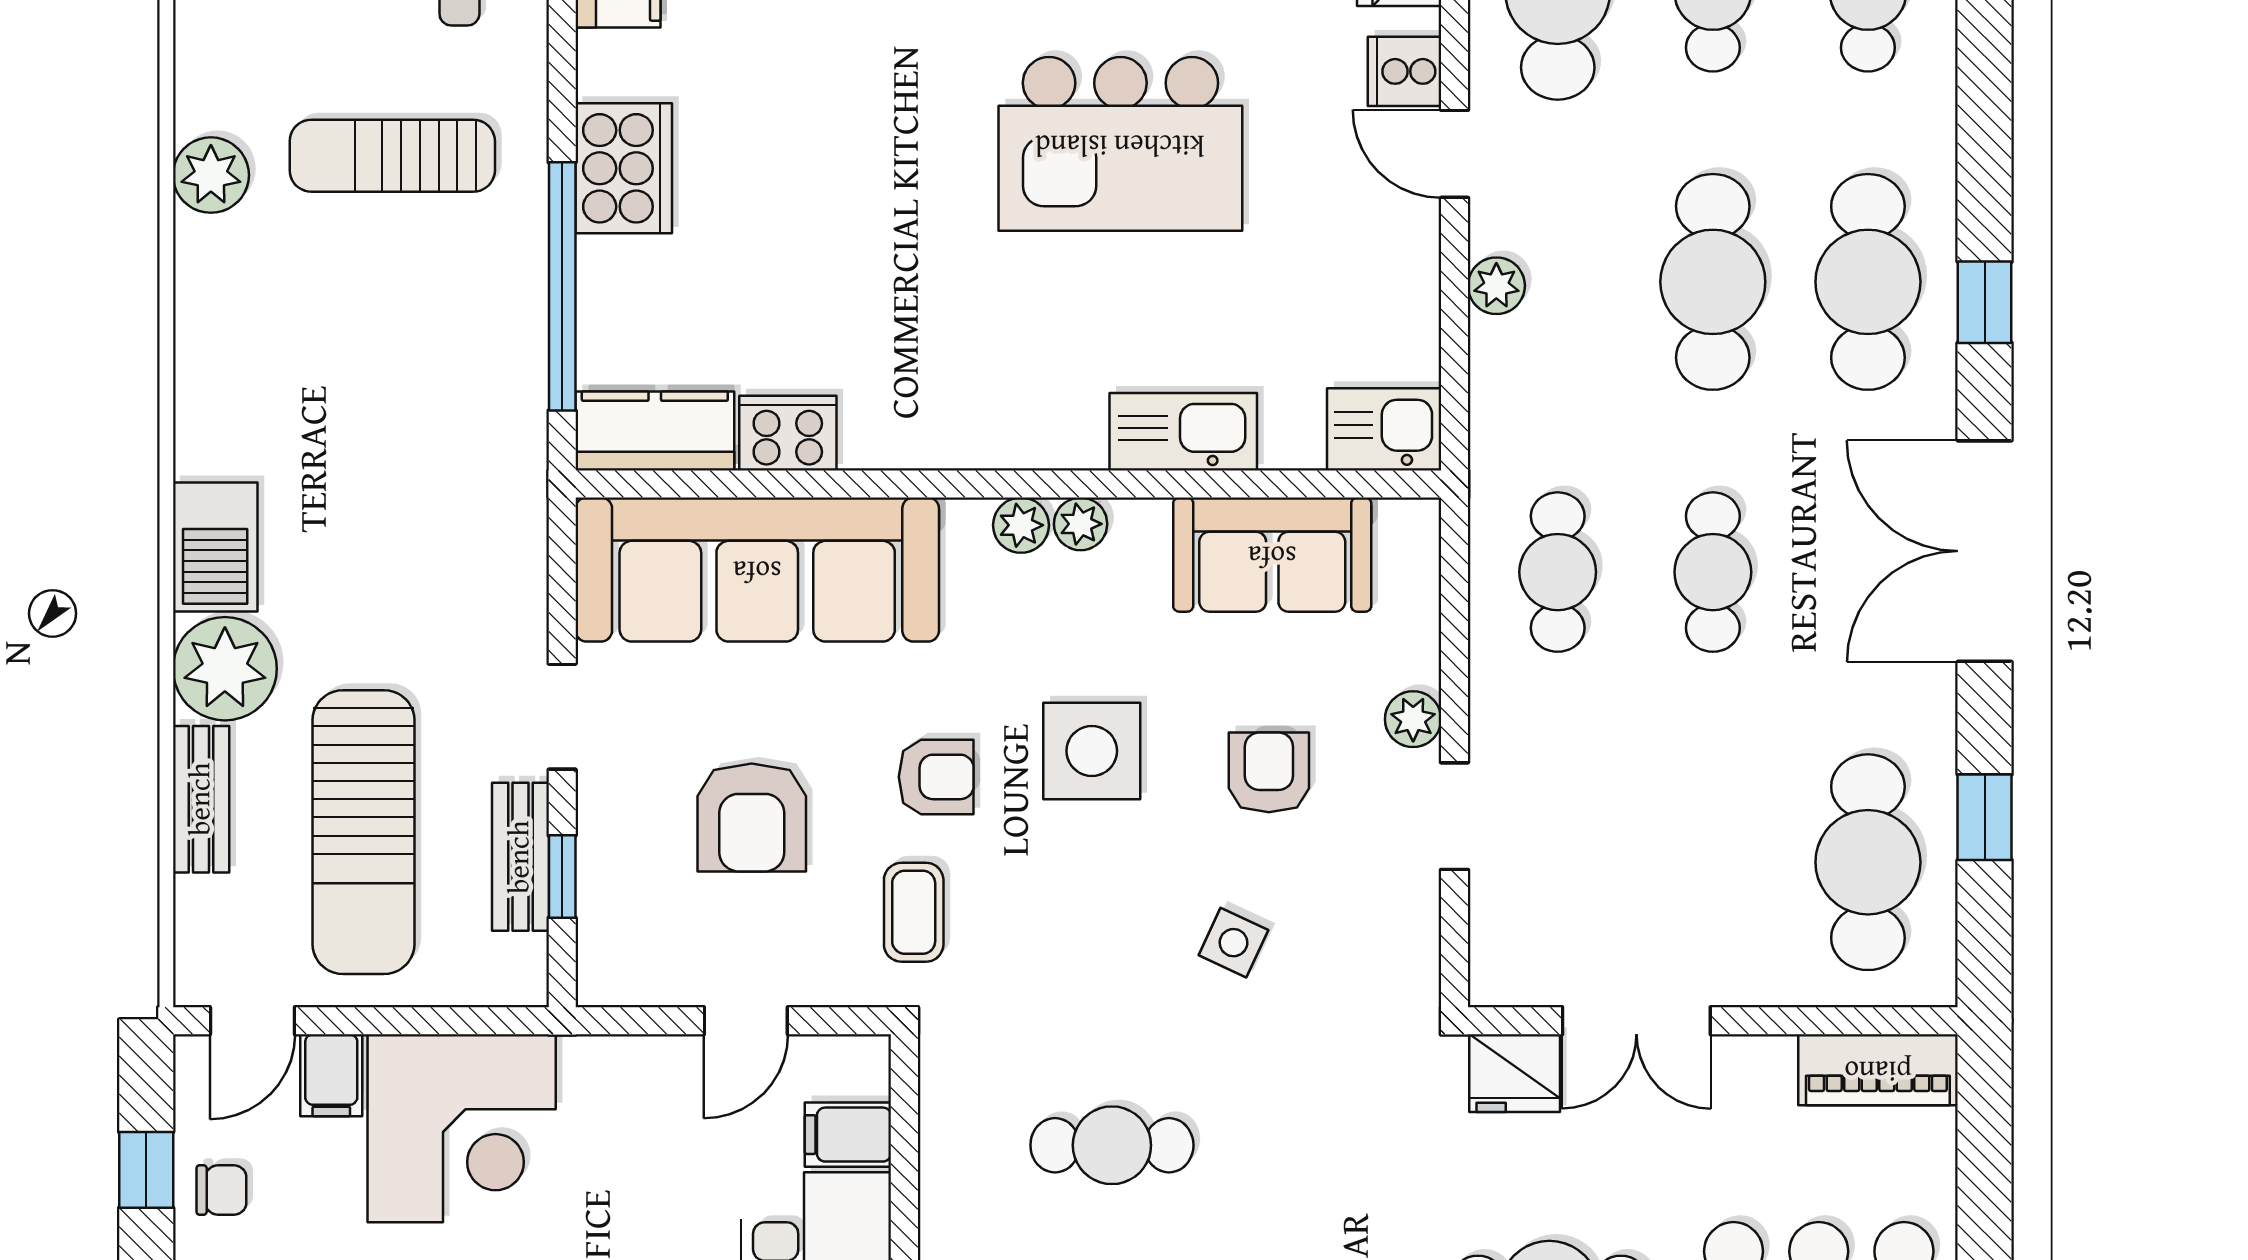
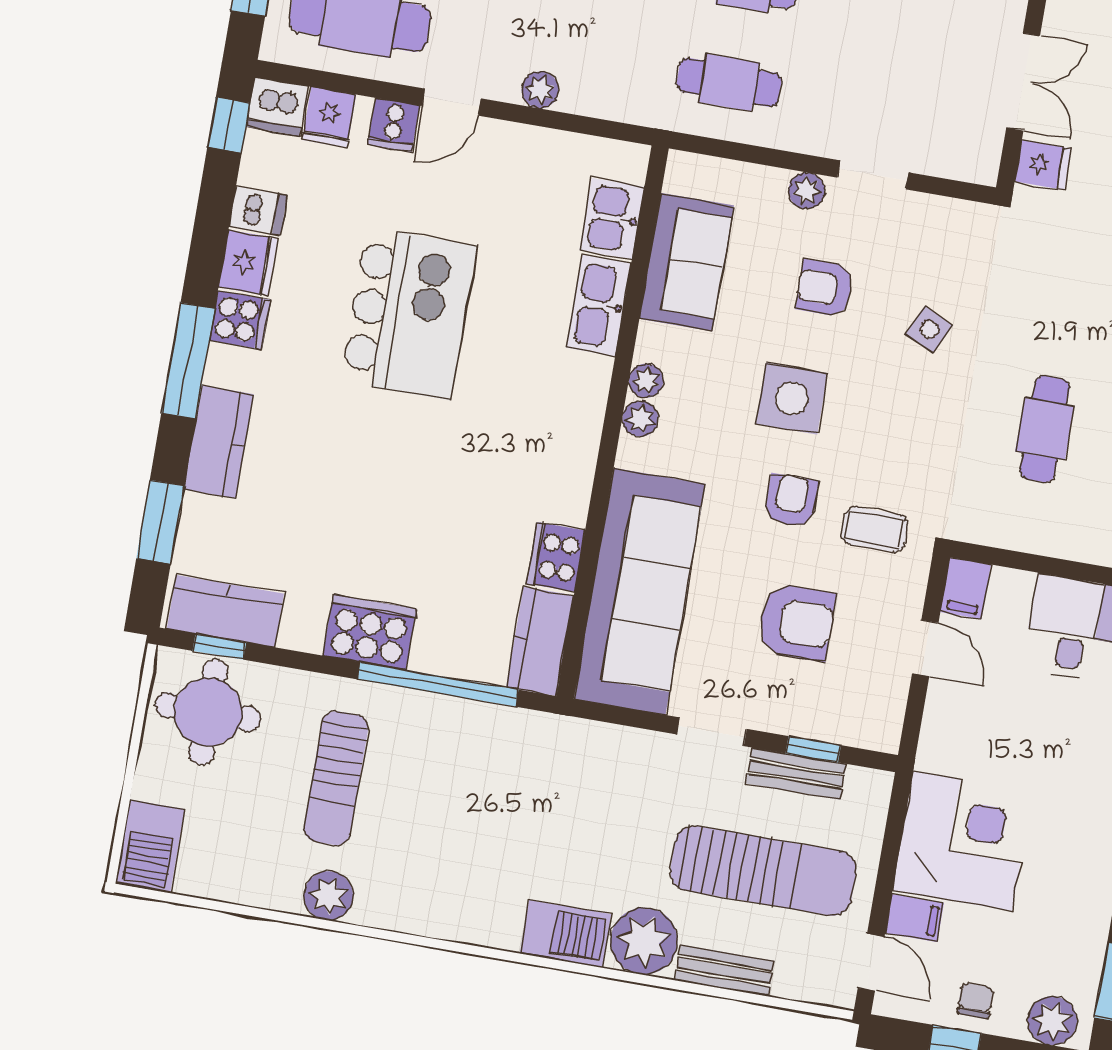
kitchen sink: (1384, 429) -> (612, 219), moved
fridge: (1515, 1073) -> (1043, 165), width x0.72
filing cabinet: (848, 1135) -> (966, 588), moved

